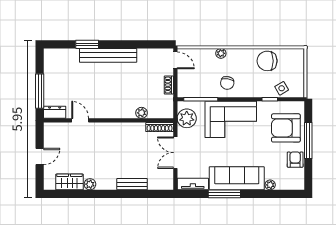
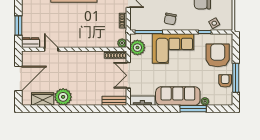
window: (40, 91) -> (18, 25), width x0.69
plant: (141, 113) -> (122, 43), moved
armchair: (286, 128) -> (218, 55), turned 90
window: (308, 140) -> (236, 78), moved
door: (40, 156) -> (18, 78), width x1.87
plant: (90, 184) -> (63, 97), width x1.88, depth x1.88
bench: (132, 184) -> (114, 101), moved
window: (224, 194) -> (193, 109), moved

